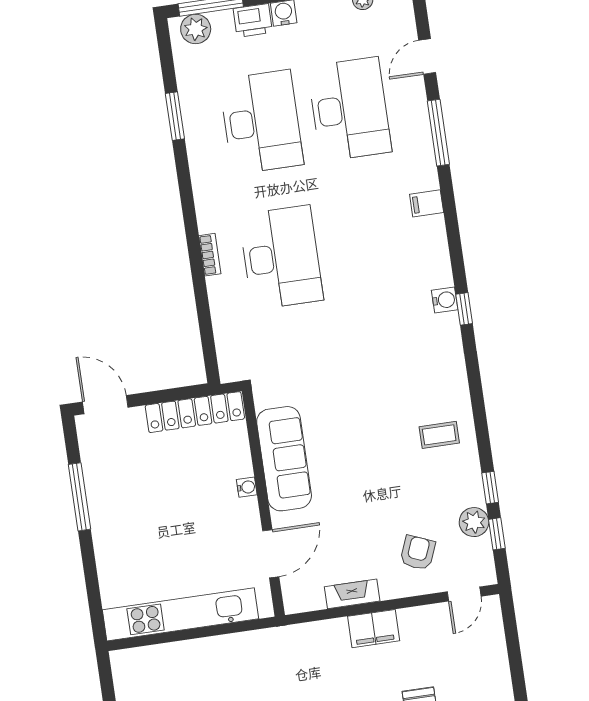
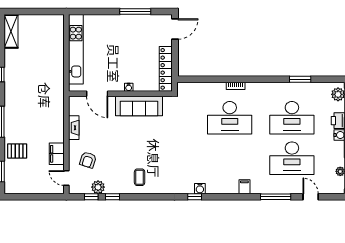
armchair: (418, 553) -> (88, 160), turned 86
filing cabinet: (374, 629) -> (57, 154), moved

